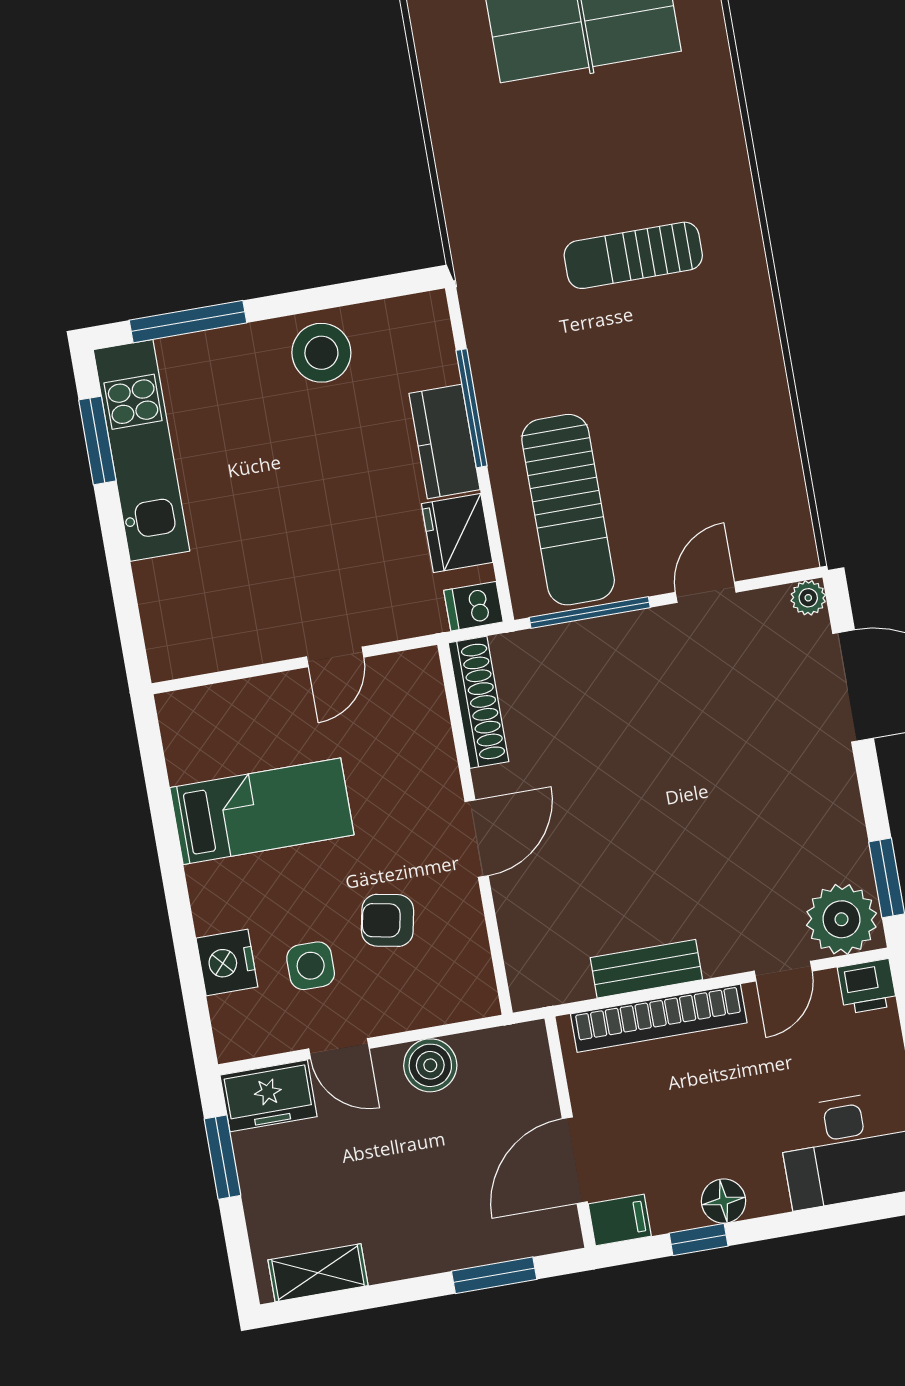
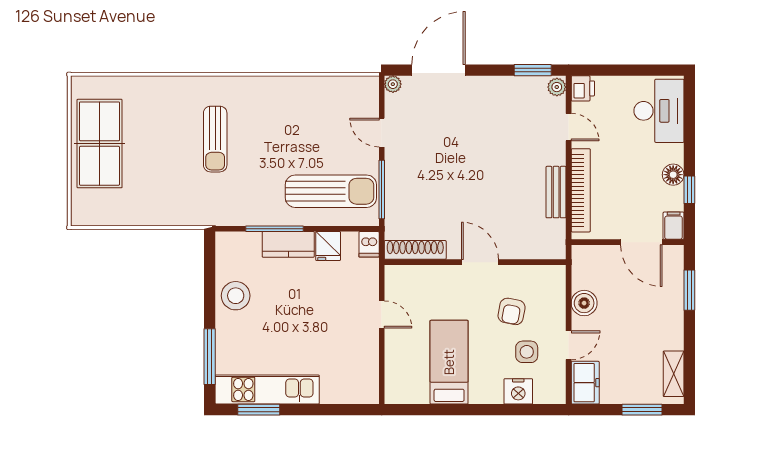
fridge: (457, 533) -> (328, 246), width x0.72
plant: (842, 919) -> (557, 87), width x0.53, depth x0.53
window: (222, 1157) -> (642, 410), moved

